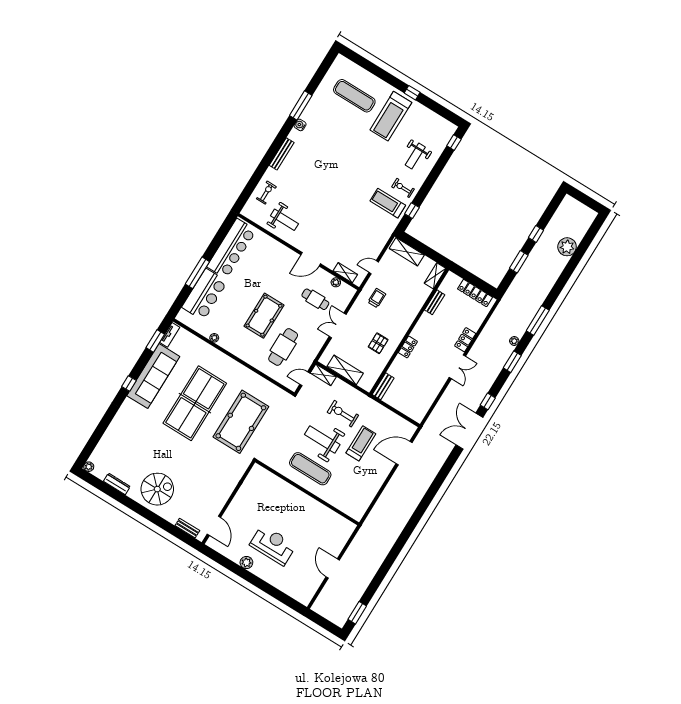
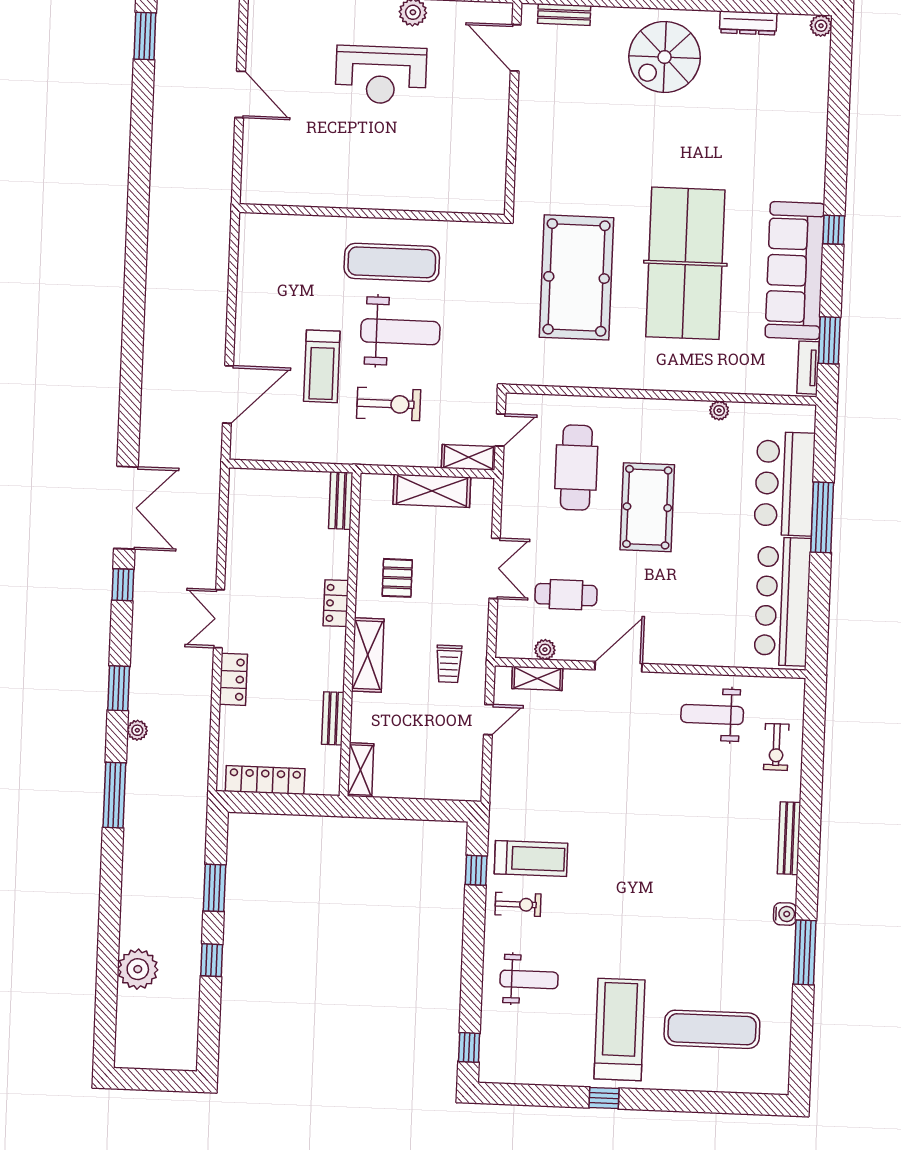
weight bench: (415, 156) -> (529, 979), turned 90
shelving: (407, 252) -> (368, 655), moved, turned 90

